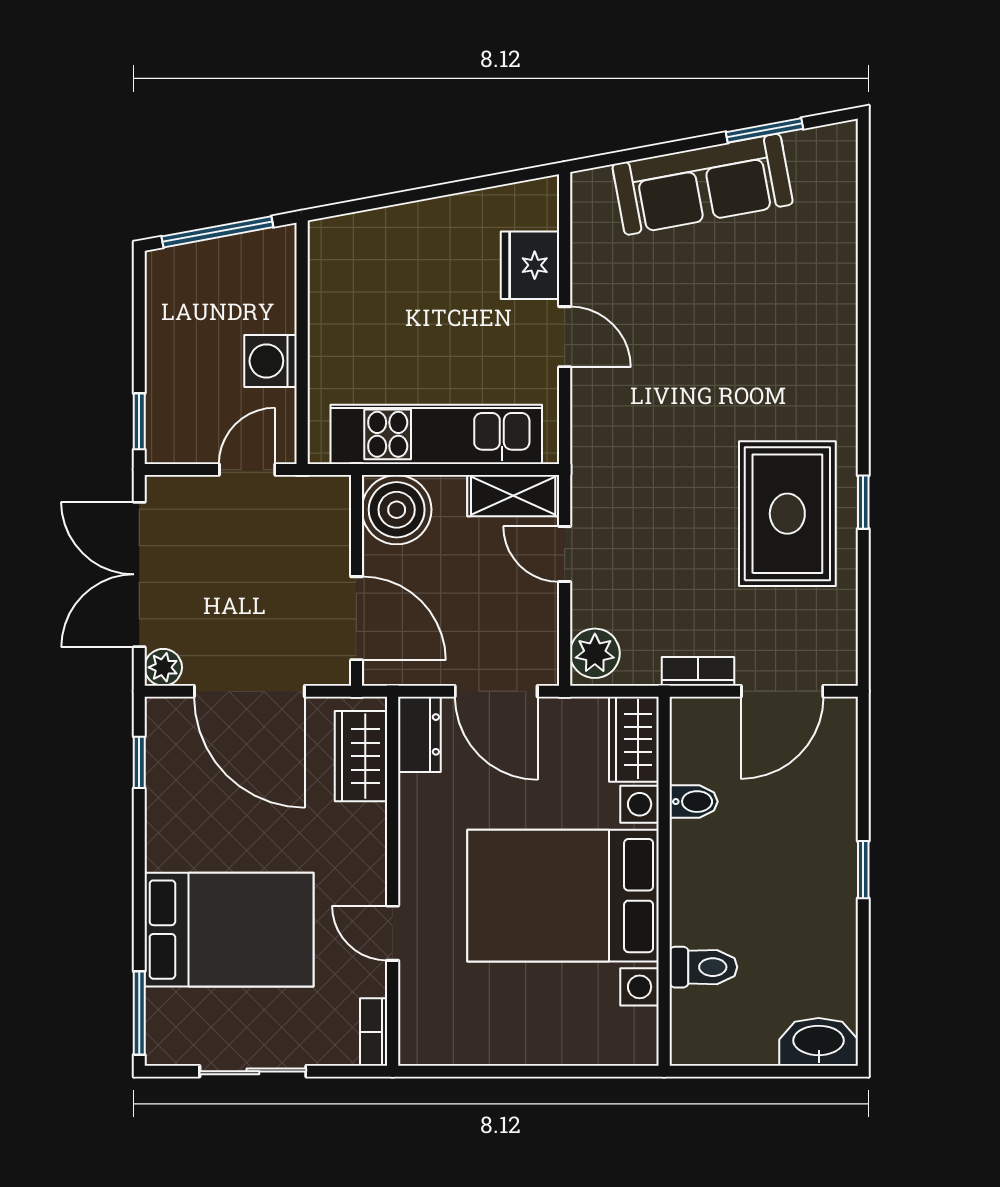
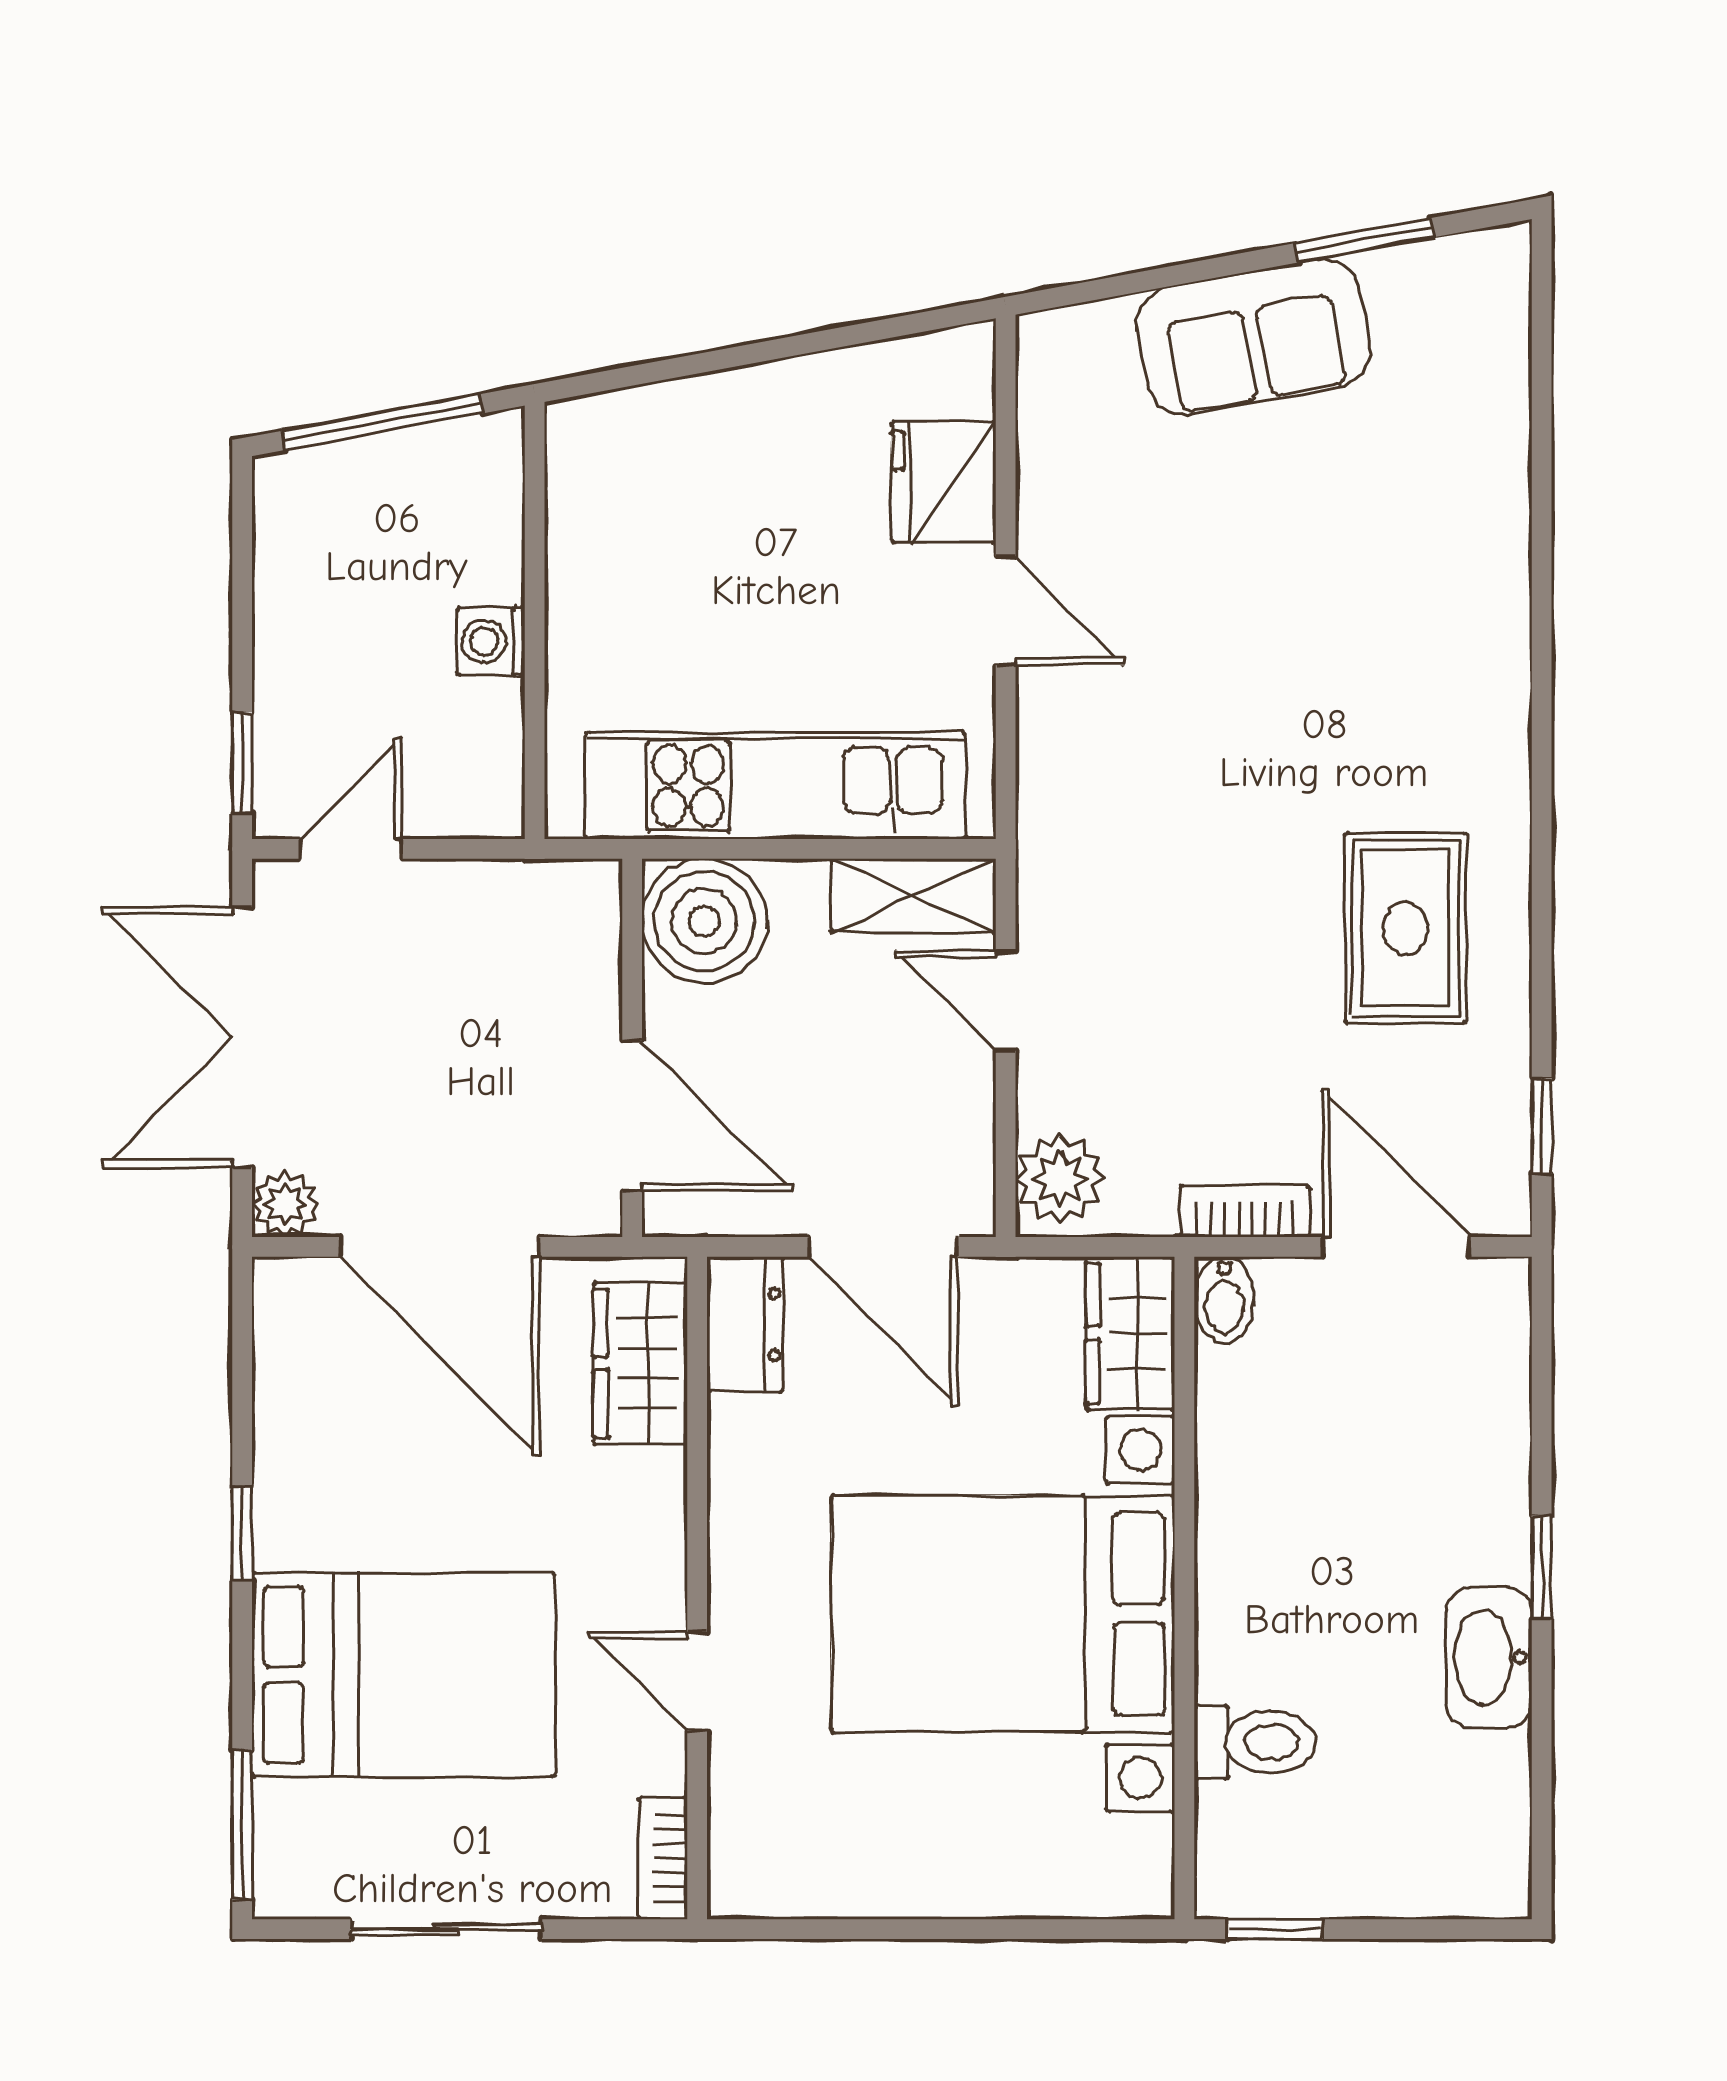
sofa: (703, 184) -> (1253, 337), width x0.73
washing machine: (271, 361) -> (491, 641), width x0.73, depth x0.73
door: (247, 470) -> (351, 849), moved
window: (863, 502) -> (1542, 1126), moved
rug: (787, 514) -> (1406, 928), width x0.73, depth x0.70
door: (782, 691) -> (1396, 1247), swing flipped
window: (139, 762) -> (242, 1534), moved
bidet: (694, 802) -> (1224, 1300), moved, turned 90
washbasin: (819, 1042) -> (1489, 1657), moved, turned -90
window: (714, 1071) -> (1275, 1929), added

